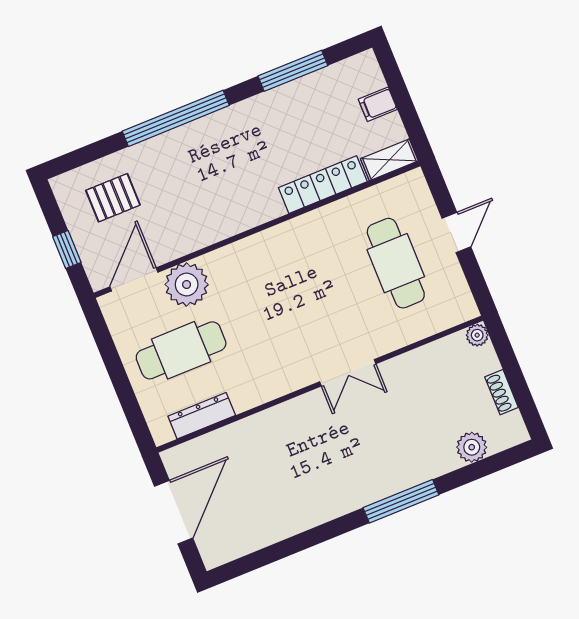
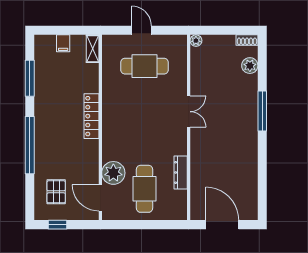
locker: (323, 185) -> (91, 116), moved
window: (67, 250) -> (57, 225), moved
shoe rack: (502, 392) -> (247, 40), moved
dresser: (202, 416) -> (181, 172), moved

